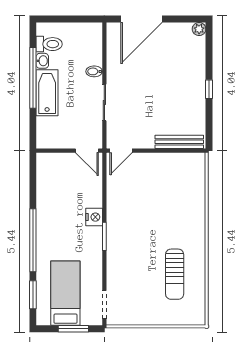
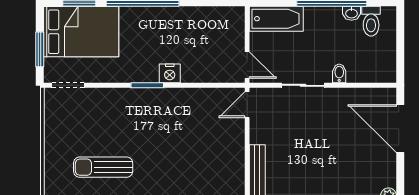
bathtub: (47, 93) -> (276, 19), moved
door: (87, 151) -> (247, 65), swing flipped
door: (121, 151) -> (247, 105), hinge flipped
bed: (65, 293) -> (81, 32), width x1.50

